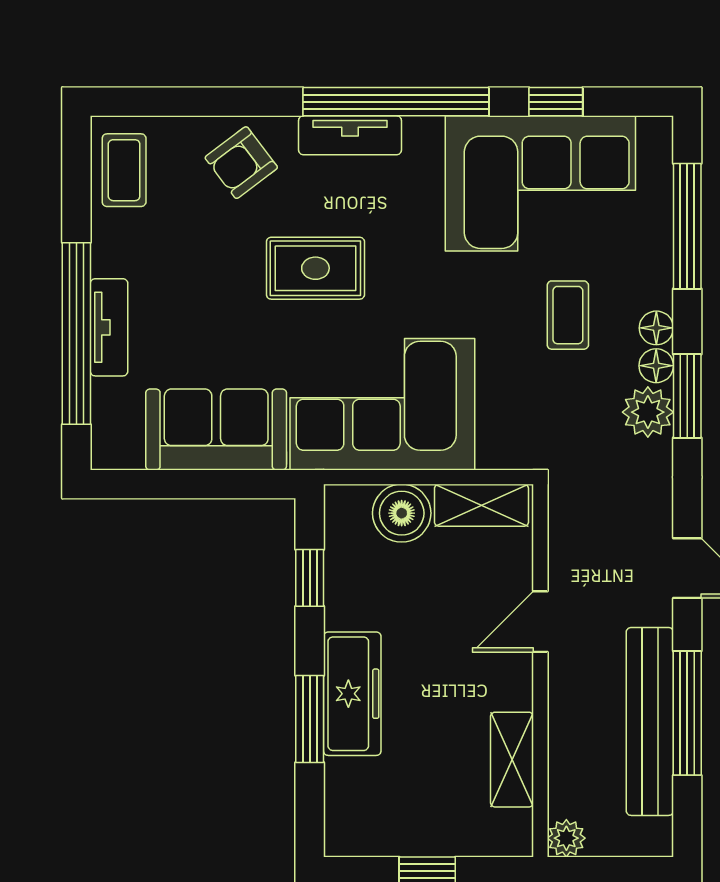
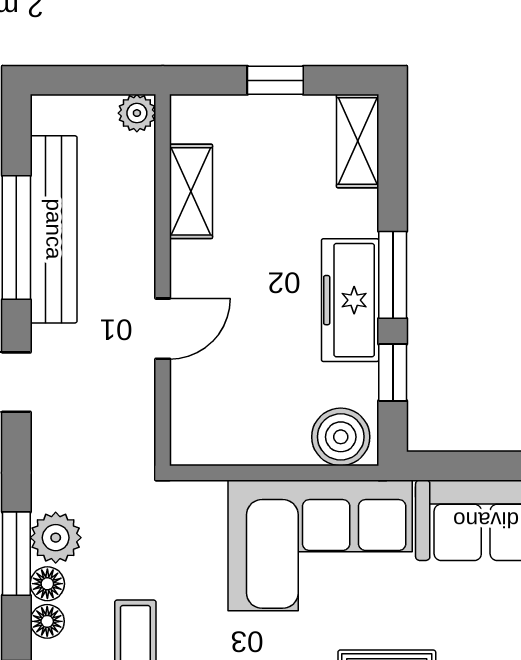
shelving: (481, 505) -> (358, 141), moved, turned 90
boiler: (402, 513) -> (341, 437), moved
freezer: (352, 694) -> (350, 300), moved
window: (310, 719) -> (393, 275), moved

